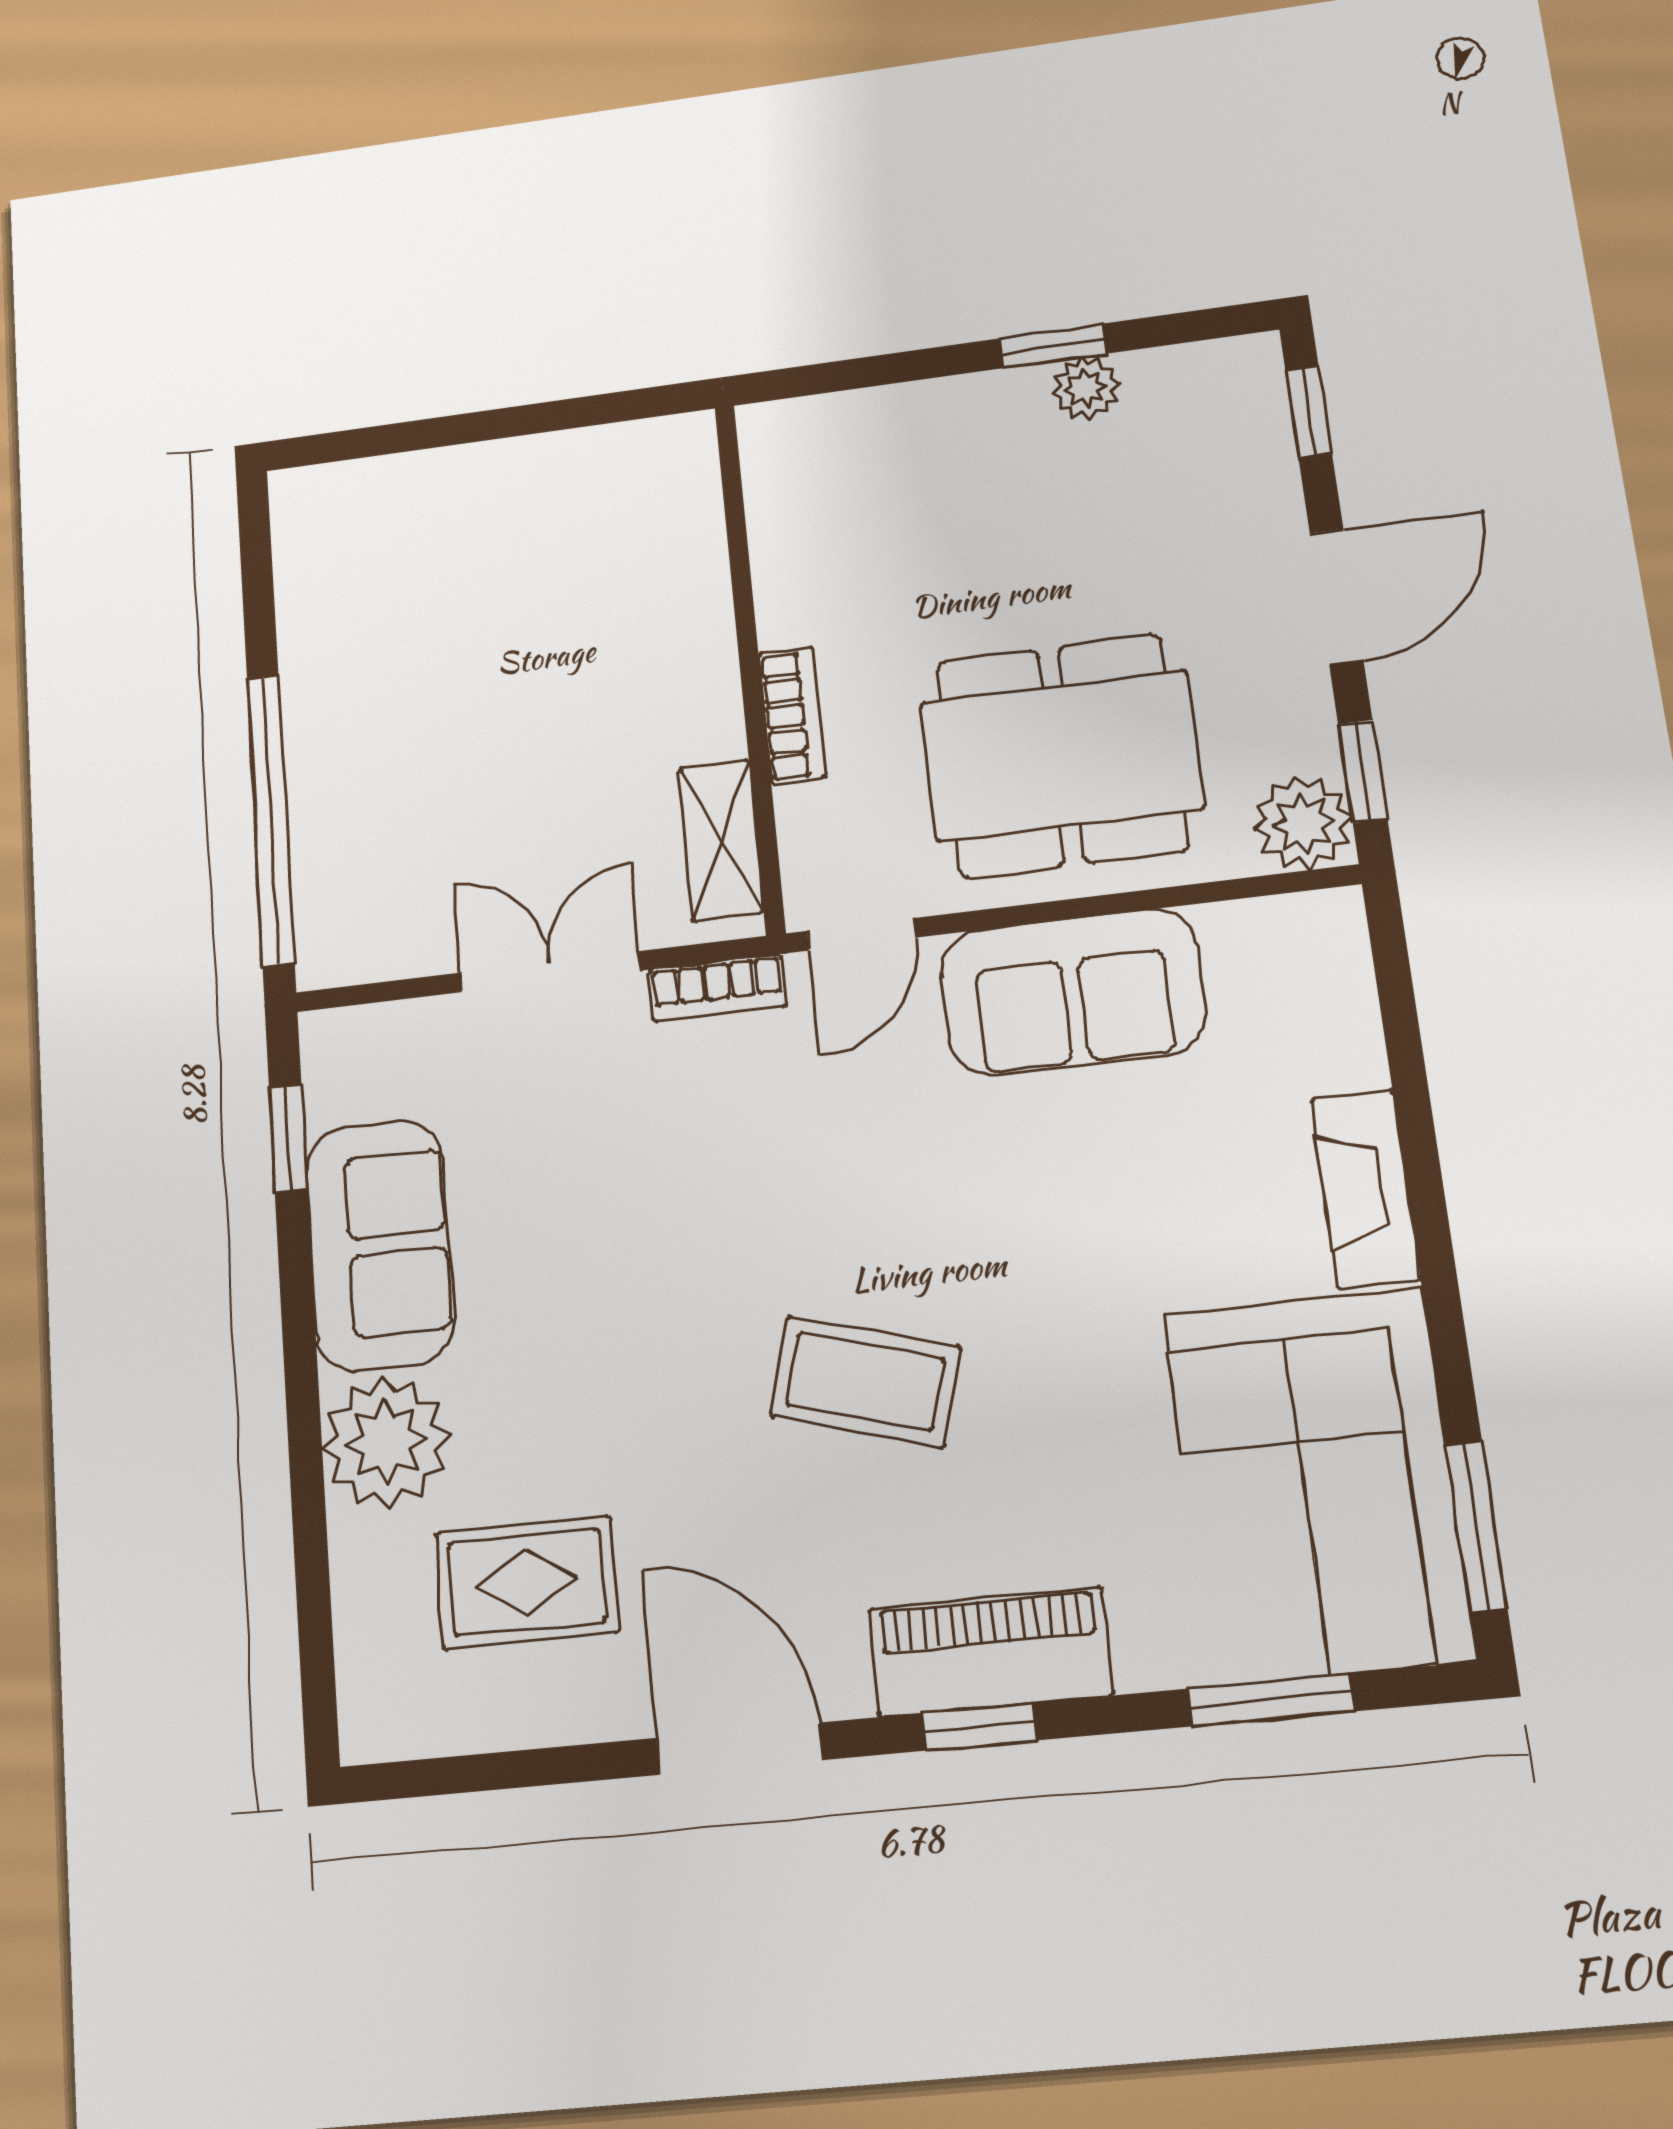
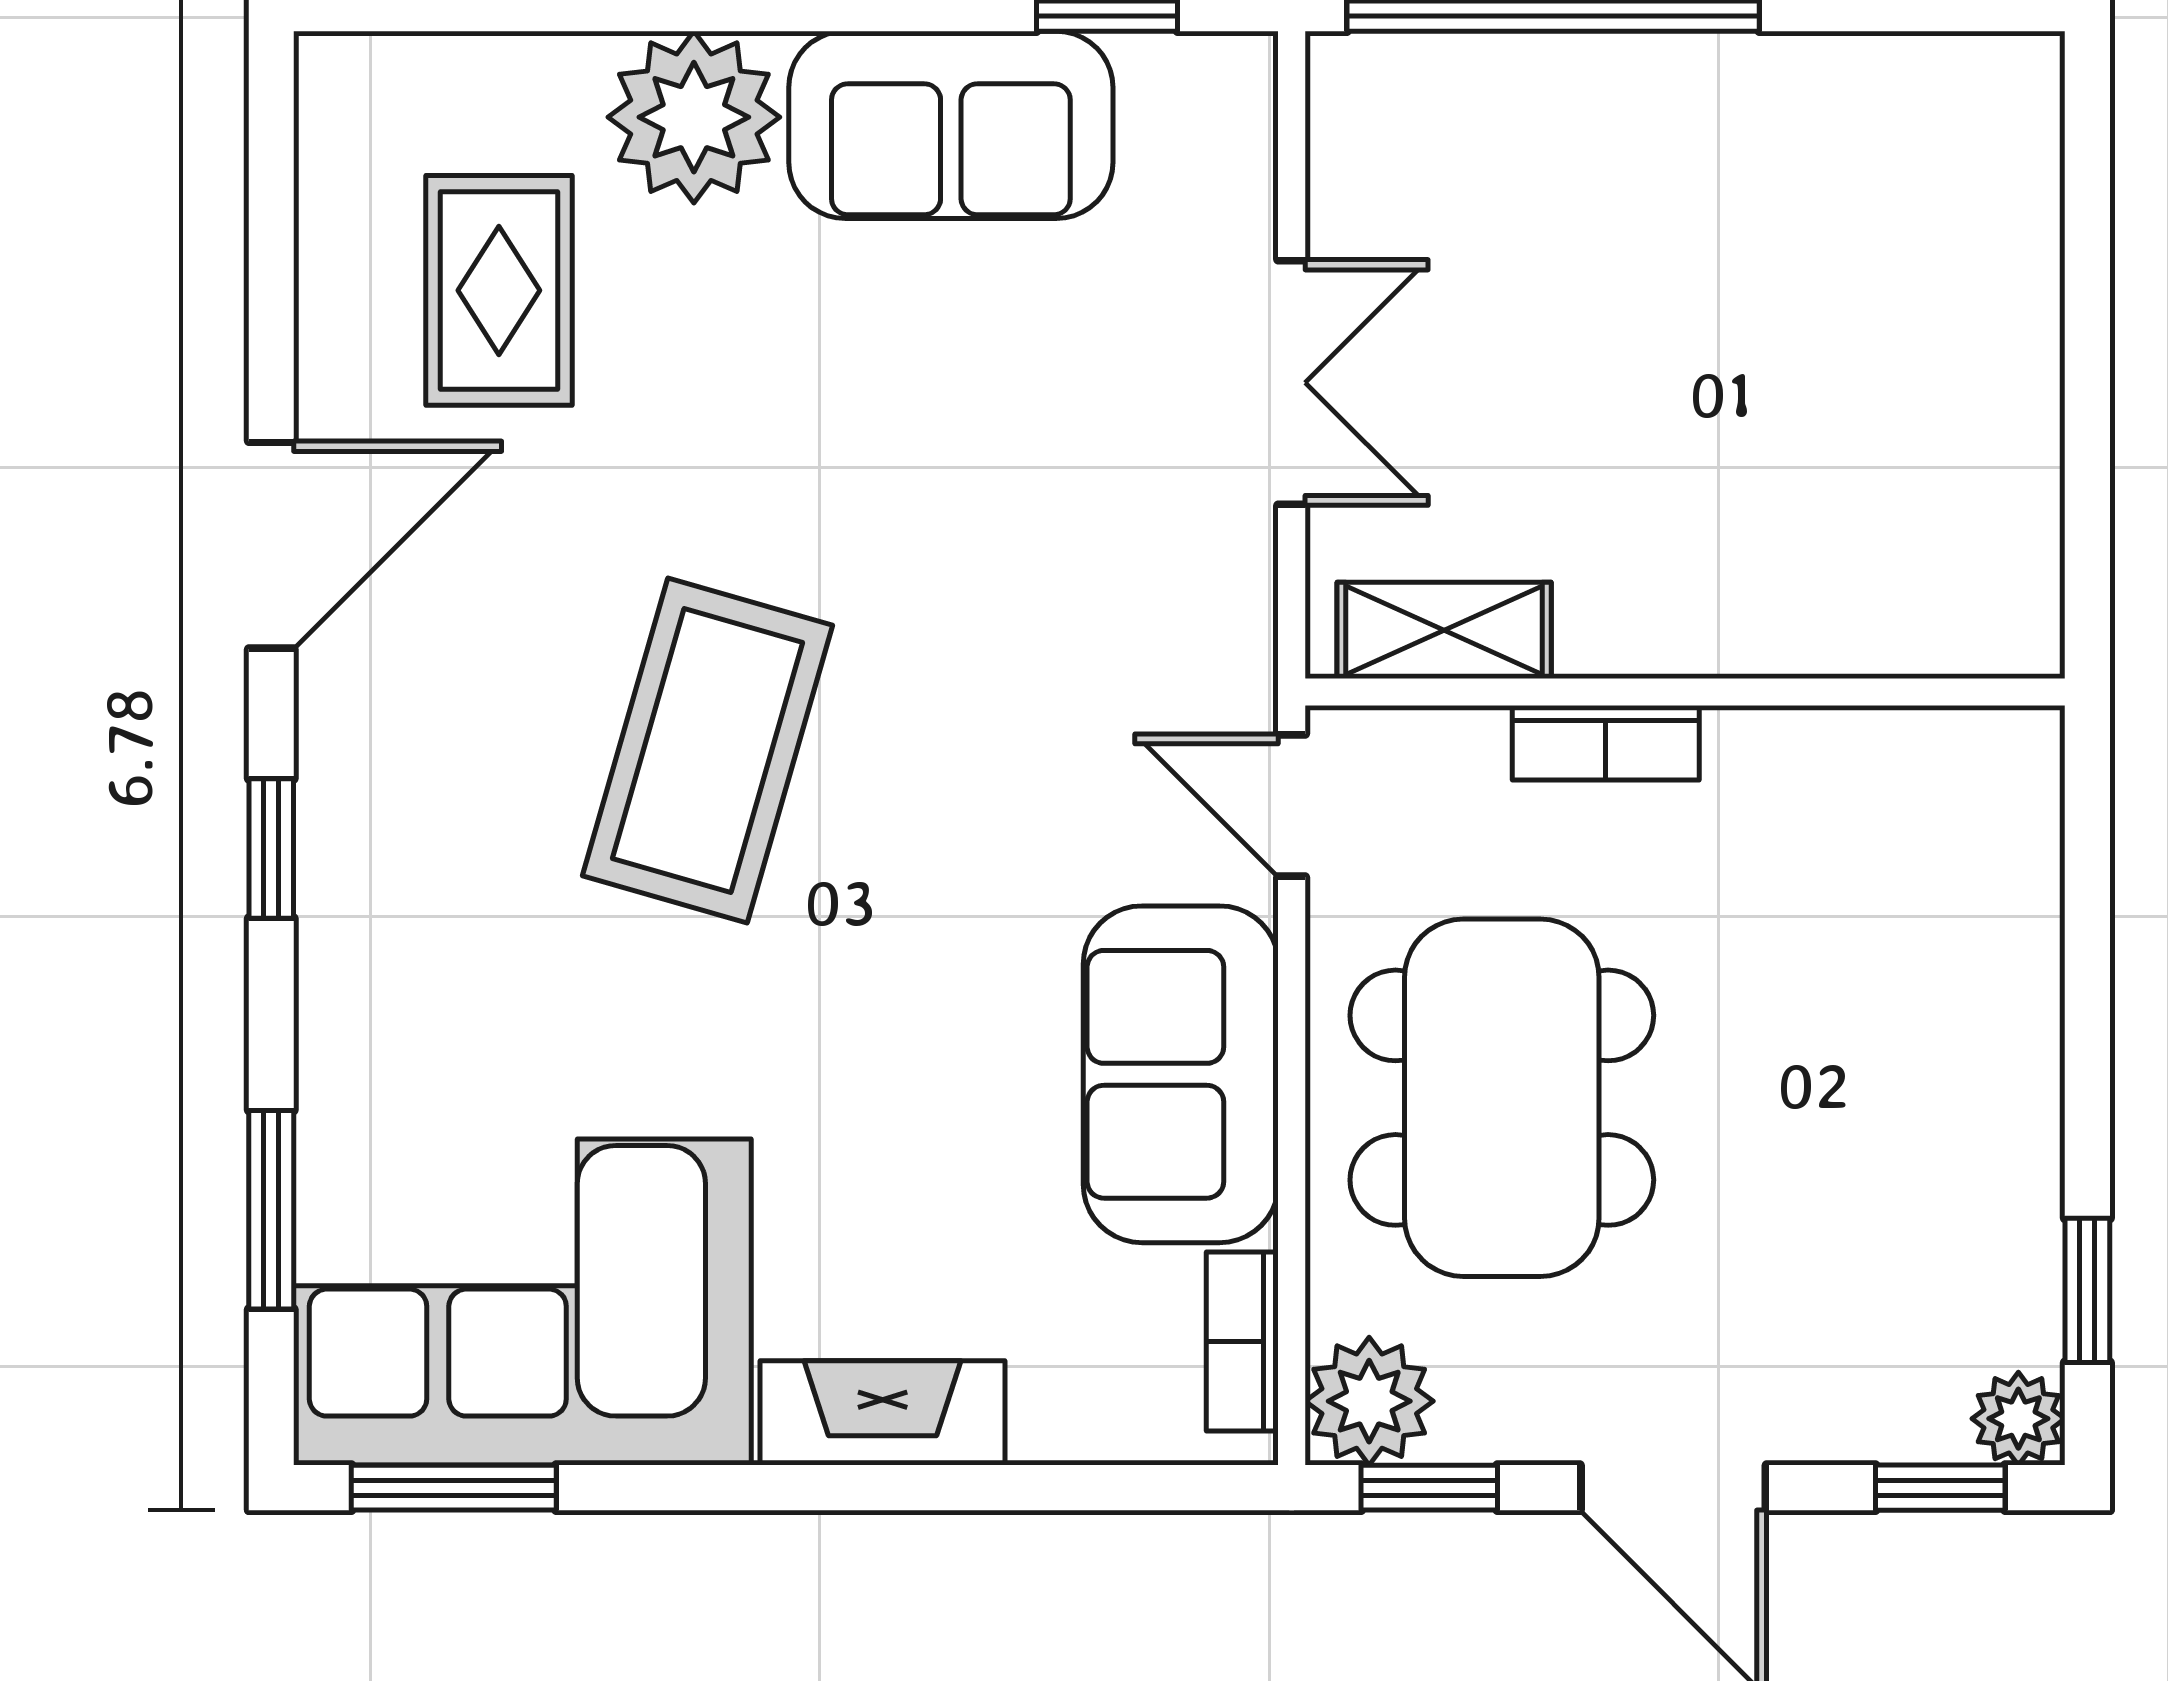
window: (1053, 346) -> (2087, 1290), moved
plant: (1086, 388) -> (2018, 1419), moved
bookcase: (717, 988) -> (1242, 1341), moved
coffee table: (865, 1381) -> (708, 751), width x1.36, depth x1.32
piano: (990, 1652) -> (359, 872), removed

